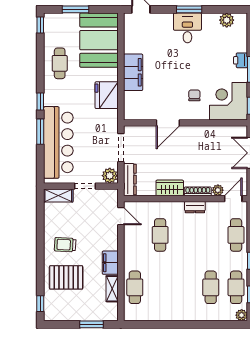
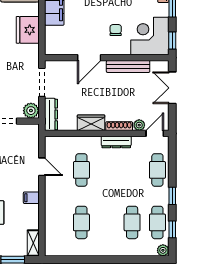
bench: (207, 132) -> (128, 66), added
dresser: (195, 207) -> (116, 142), width x1.44
door: (121, 216) -> (42, 167), moved
filing cabinet: (110, 263) -> (31, 198), width x0.50
cafe table: (135, 287) -> (81, 222), moved
shelving: (112, 289) -> (33, 243), moved

